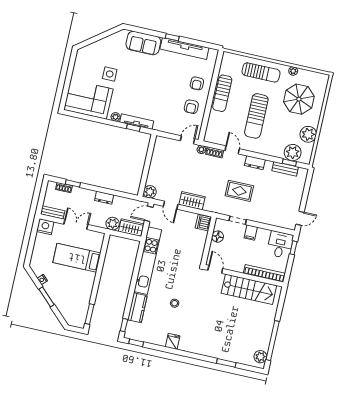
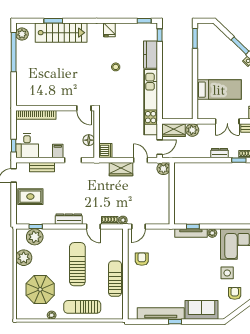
armchair: (197, 83) -> (235, 293), moved
dresser: (255, 163) -> (69, 219), width x1.44
bench: (285, 169) -> (42, 167), moved
rug: (239, 191) -> (30, 197), moved
dresser: (104, 198) -> (219, 153), moved
stairs: (249, 289) -> (61, 33), moved, turned 180

